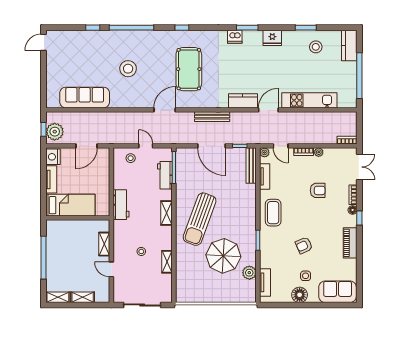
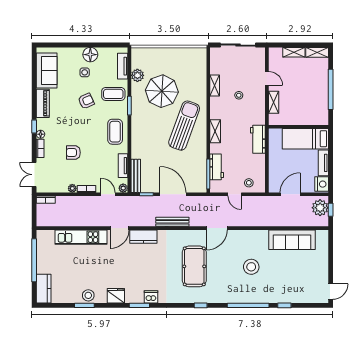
stool: (316, 47) -> (88, 295), moved
coffee table: (275, 253) -> (113, 94), added
sofa: (338, 292) -> (47, 71), moved, turned -90

